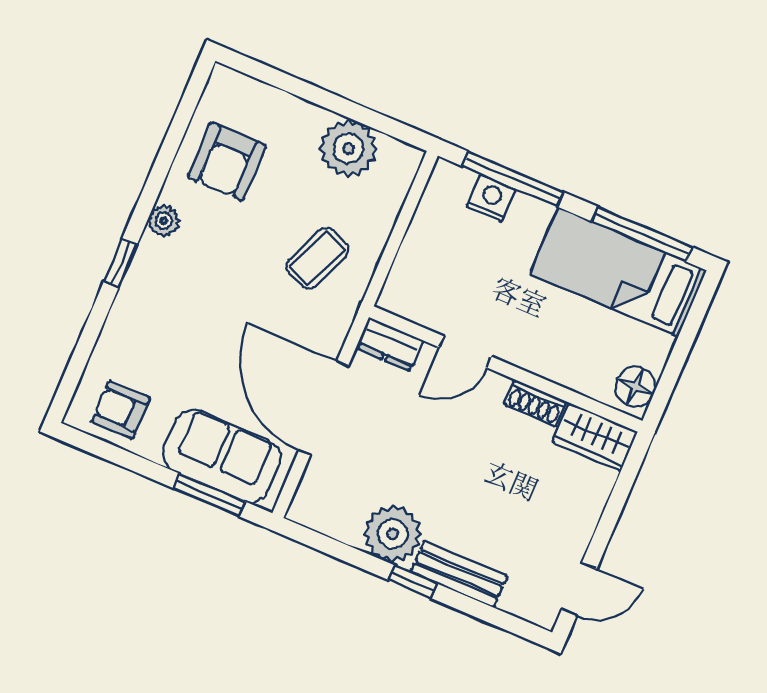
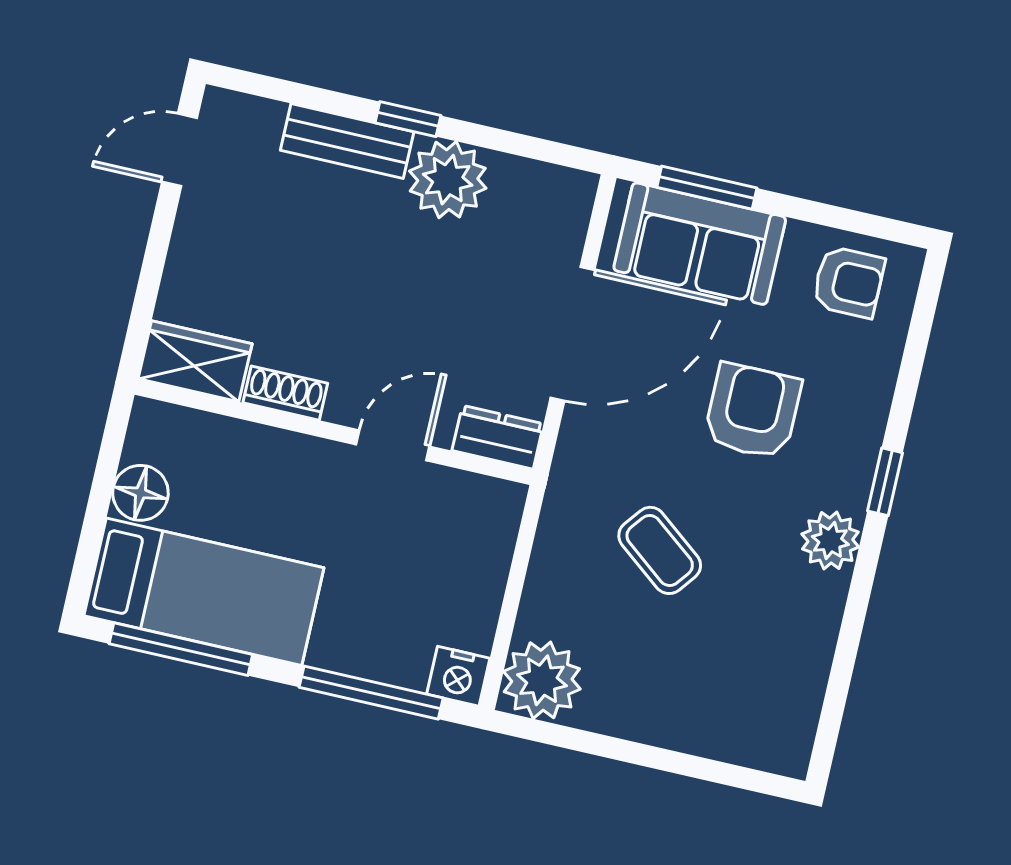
plant: (348, 148) -> (542, 680), moved
armchair: (227, 161) -> (753, 411), moved
nightstand: (491, 198) -> (458, 676), moved
plant: (164, 221) -> (830, 541), width x1.38, depth x1.38
coffee table: (318, 258) -> (660, 550), moved, turned -75
floor lamp: (635, 387) -> (140, 493), moved
door: (324, 408) -> (573, 334), hinge flipped

